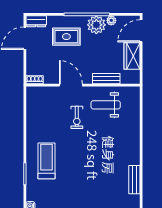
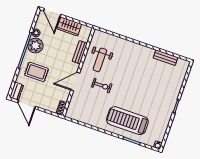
rug: (66, 37) -> (37, 72), turned 90
treadmill: (47, 161) -> (127, 121), width x1.37, depth x1.38

